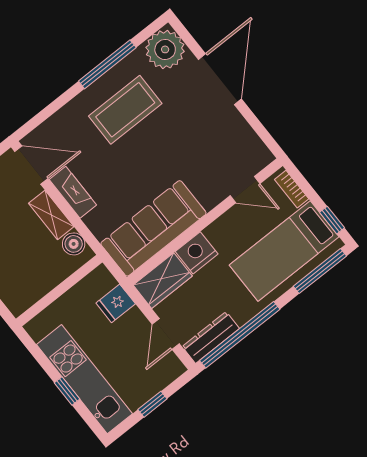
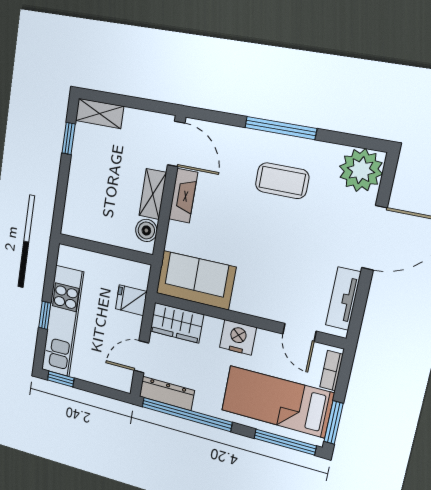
window: (107, 64) -> (281, 128), moved
coffee table: (125, 110) -> (282, 181), width x0.73, depth x0.76
tv unit: (245, 137) -> (343, 299), added
window: (332, 220) -> (334, 422), width x1.50
sofa: (153, 228) -> (196, 280), width x0.73
nightstand: (197, 253) -> (238, 337), moved
window: (152, 404) -> (61, 379), moved

